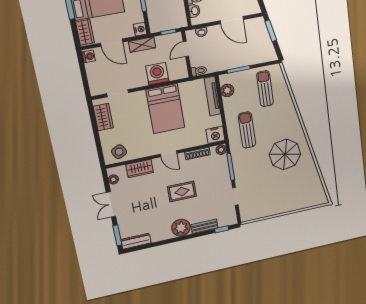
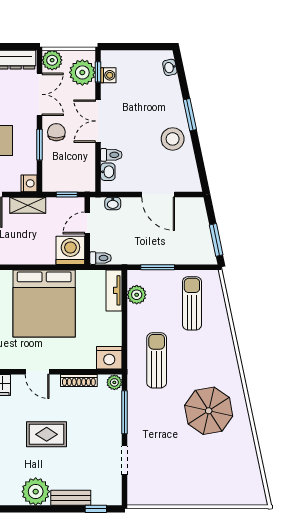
window: (271, 31) -> (216, 240), moved
washing machine: (157, 74) -> (70, 250), moved
tv unit: (212, 96) -> (114, 290), width x0.71
bed: (165, 109) -> (44, 303), width x1.36

